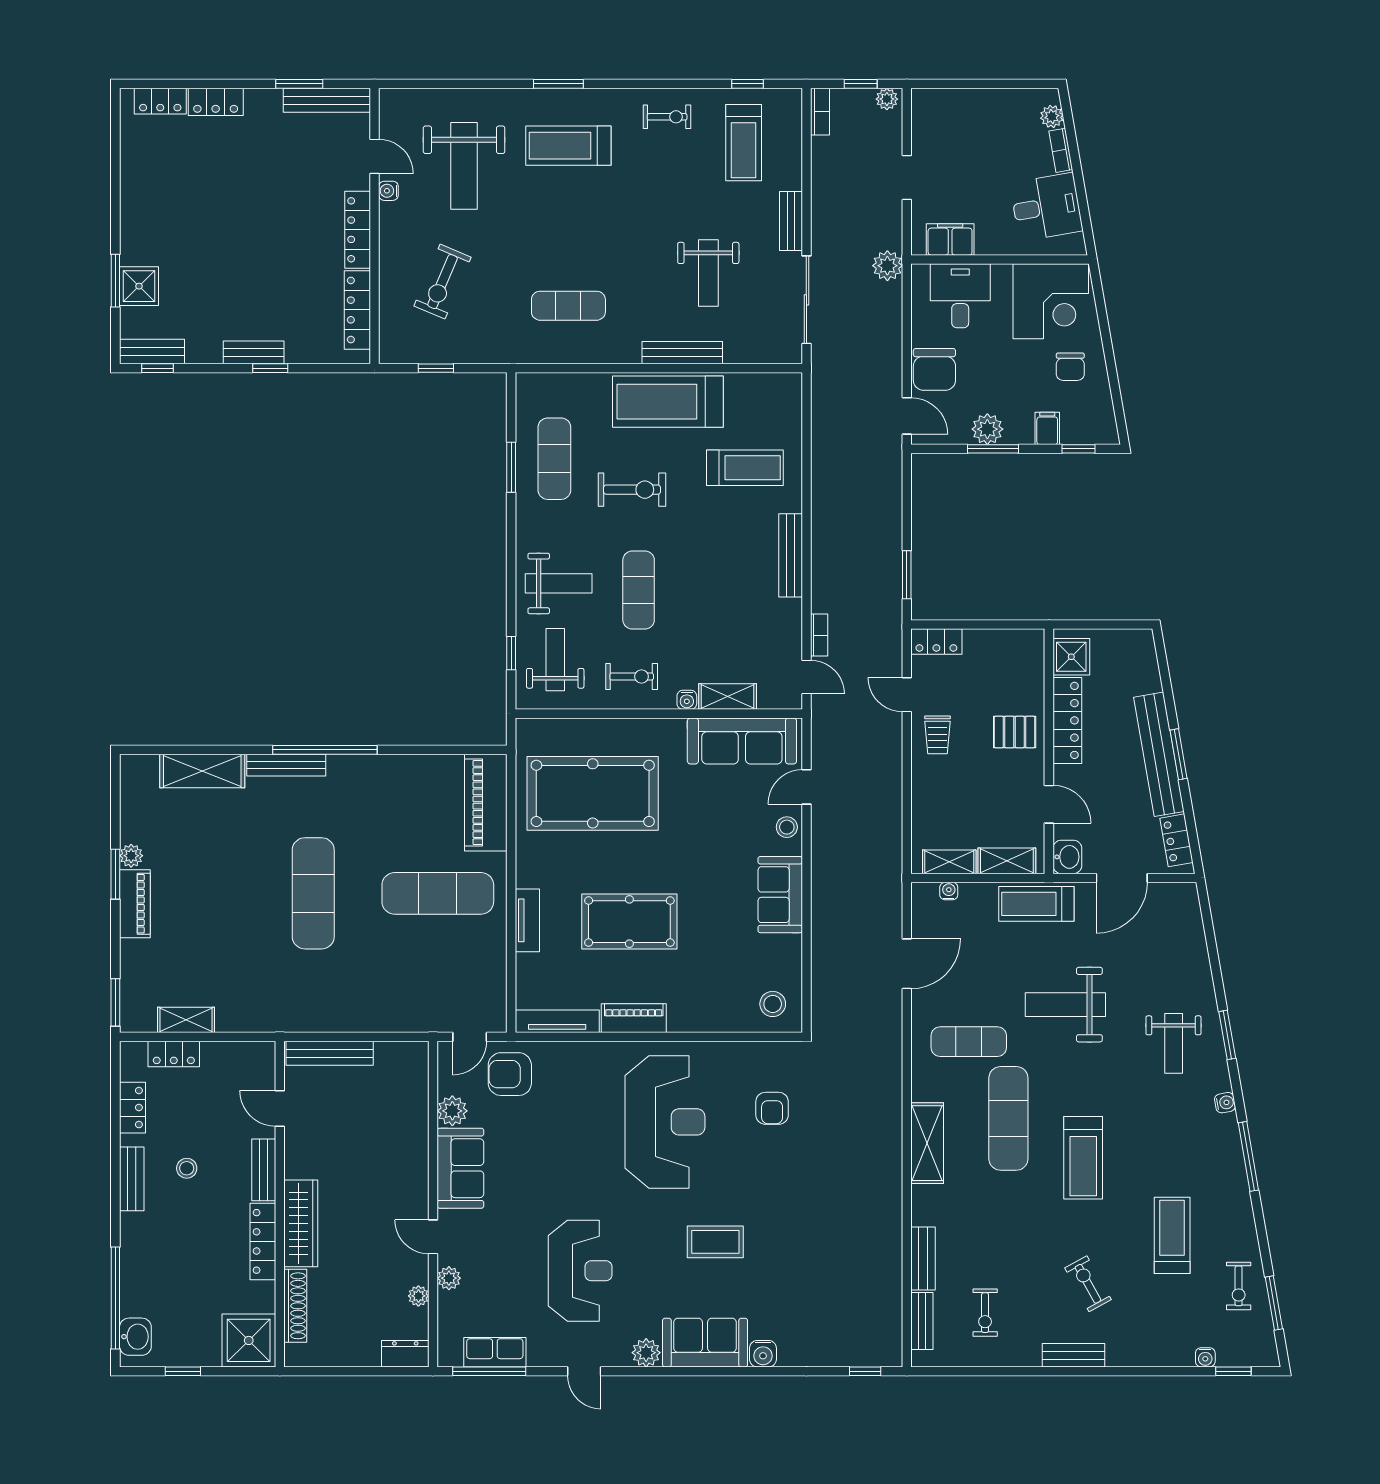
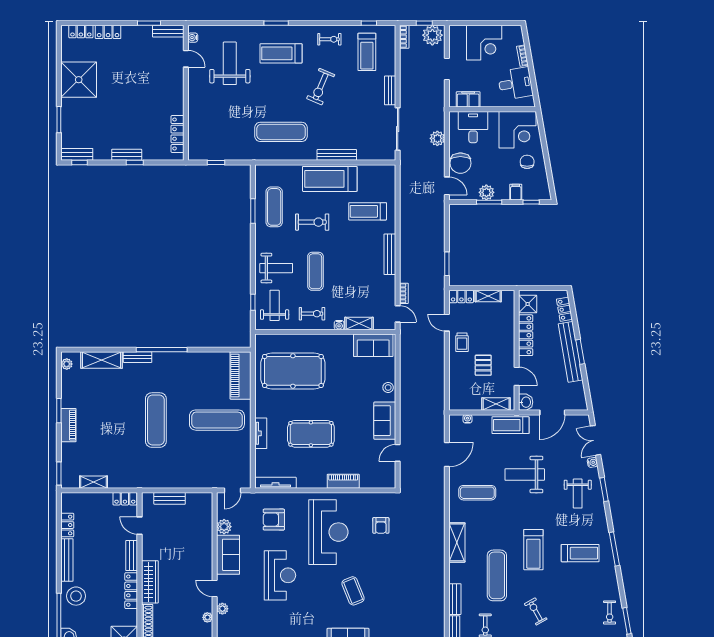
plant: (887, 99) -> (432, 35), width x1.87, depth x1.87
bench: (327, 100) -> (168, 31), width x0.73
plant: (1052, 117) -> (518, 39), removed
corner desk: (983, 124) -> (484, 43), added
weight bench: (464, 166) -> (230, 63), turned 180
water cooler: (388, 191) -> (193, 38), moved
locker: (358, 230) -> (178, 95), removed
plant: (887, 266) -> (437, 138), moved
weight bench: (708, 273) -> (350, 116), removed
exercise bike: (443, 282) -> (321, 87), moved
shower: (139, 286) -> (79, 80), moved, width x1.86, depth x1.86
exercise mat: (568, 306) -> (281, 132), width x1.36, depth x1.45
chair: (1070, 367) -> (527, 162), turned 180
treadmill: (745, 468) -> (368, 211), turned 180
pallet: (1015, 732) -> (483, 365), moved, turned 90
sofa: (742, 741) -> (373, 345), width x0.73
bench: (286, 765) -> (138, 357), width x0.73
door: (806, 787) -> (398, 453), moved
locker: (1177, 840) -> (564, 309), moved
plant: (131, 856) -> (67, 364), moved
shelving: (949, 862) -> (488, 296), moved
double door: (1210, 935) -> (596, 440), added
stool: (773, 1004) -> (381, 474), removed
piano: (634, 1018) -> (343, 481), moved
bench: (330, 1053) -> (170, 498), width x0.73
locker: (174, 1054) -> (125, 499), moved
armchair: (510, 1074) -> (274, 520), moved
water cooler: (1225, 1103) -> (592, 462), moved
exercise mat: (1008, 1118) -> (497, 575), moved
stool: (187, 1168) -> (76, 596), moved, width x1.89, depth x1.89
bench: (132, 1179) -> (67, 560), width x1.36
treadmill: (1172, 1235) -> (580, 553), moved, turned 90
coffee table: (715, 1242) -> (353, 591), turned 68
reception desk: (580, 1271) -> (280, 575), moved

